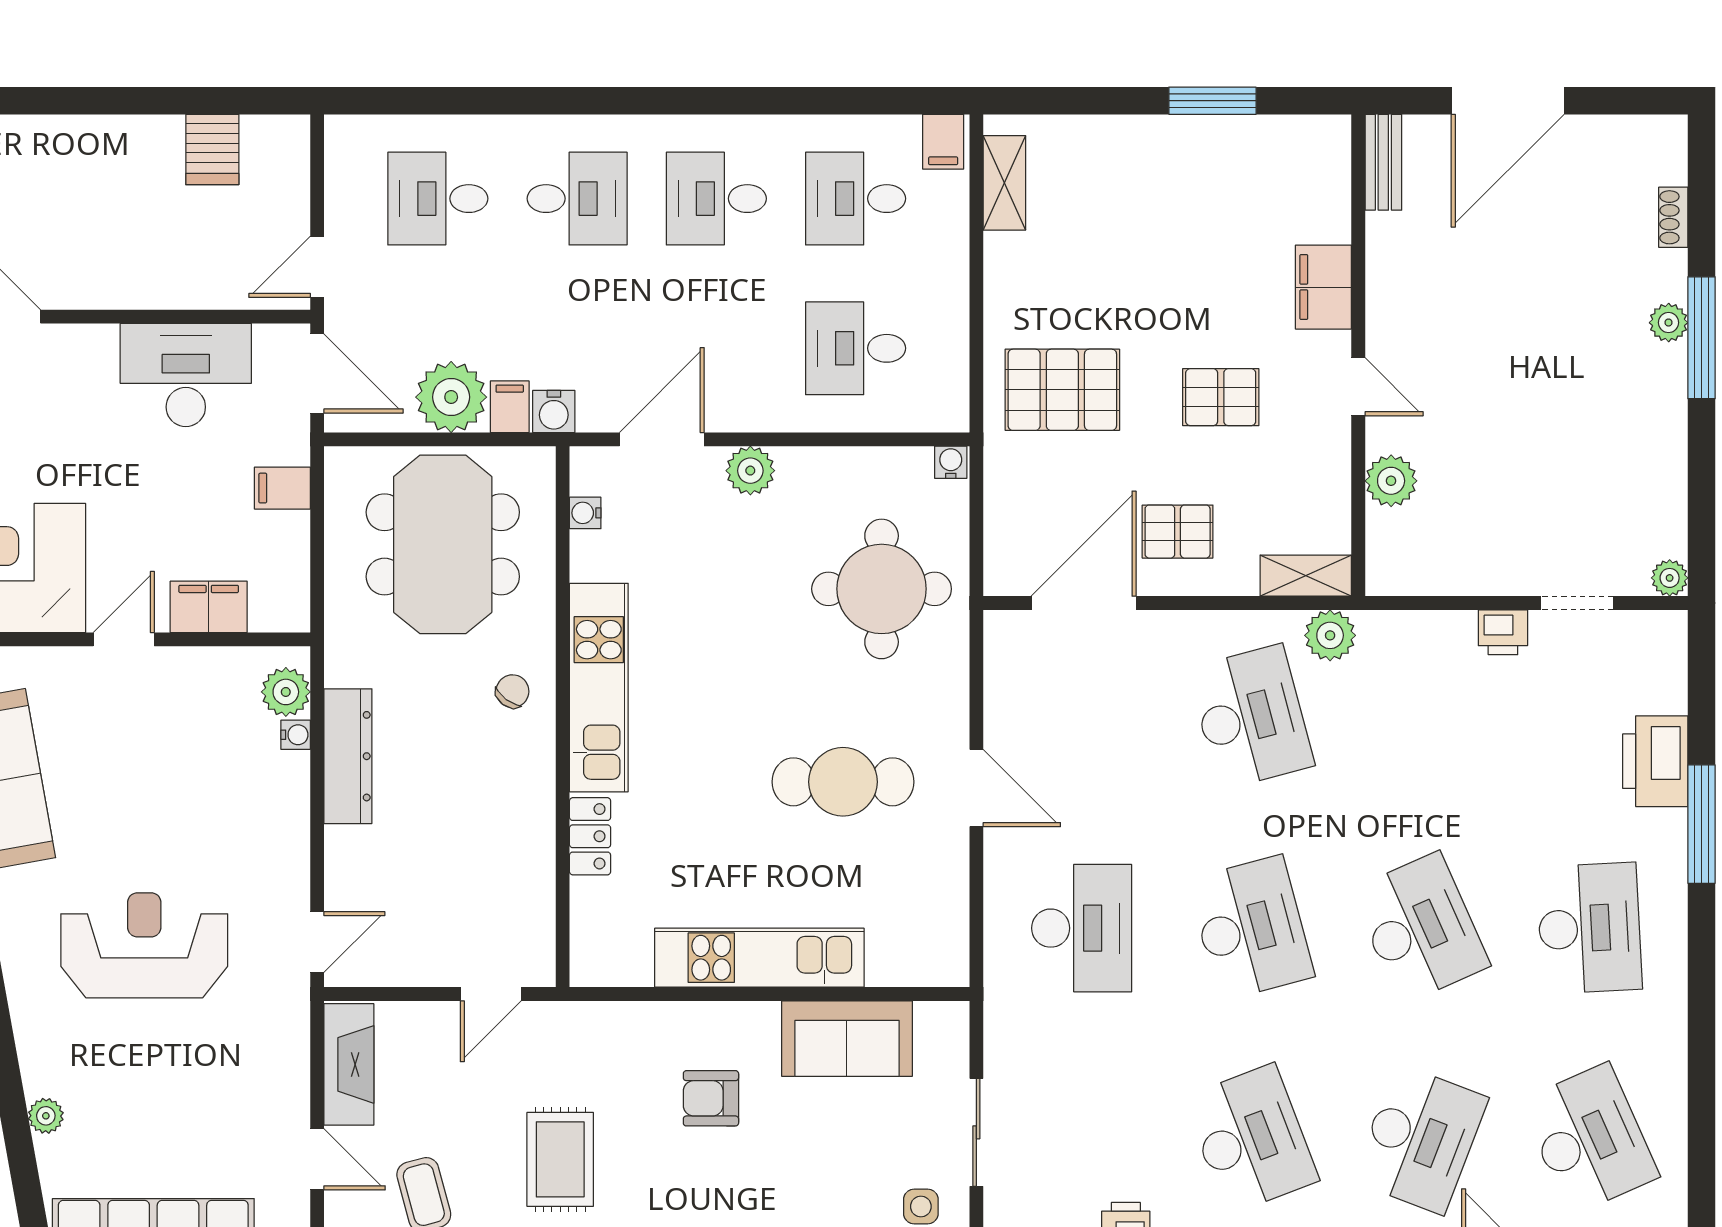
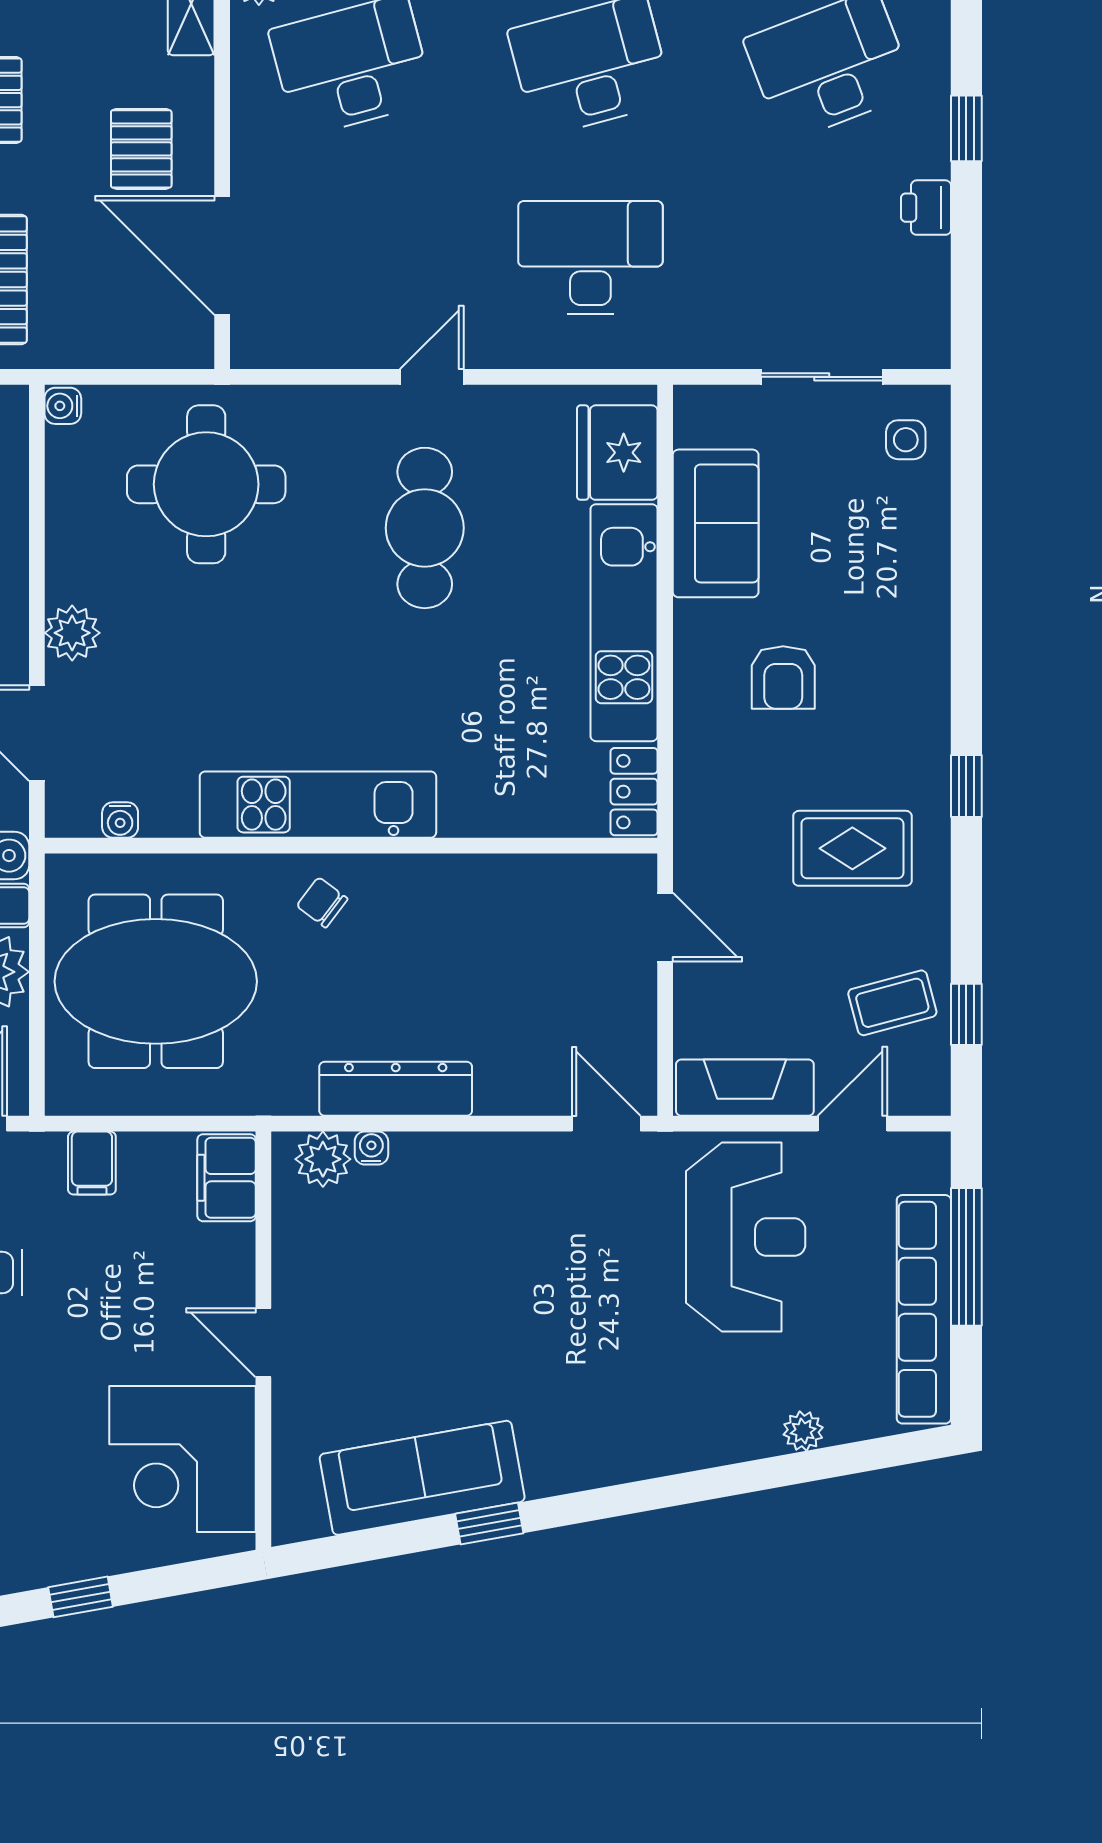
filing cabinet: (209, 607) -> (227, 1178), moved
door: (976, 788) -> (432, 377), width x0.73
locker: (590, 836) -> (634, 792), moved, turned -90
reception desk: (144, 945) -> (746, 1237), moved, turned 180
fridge: (910, 952) -> (617, 453), added

